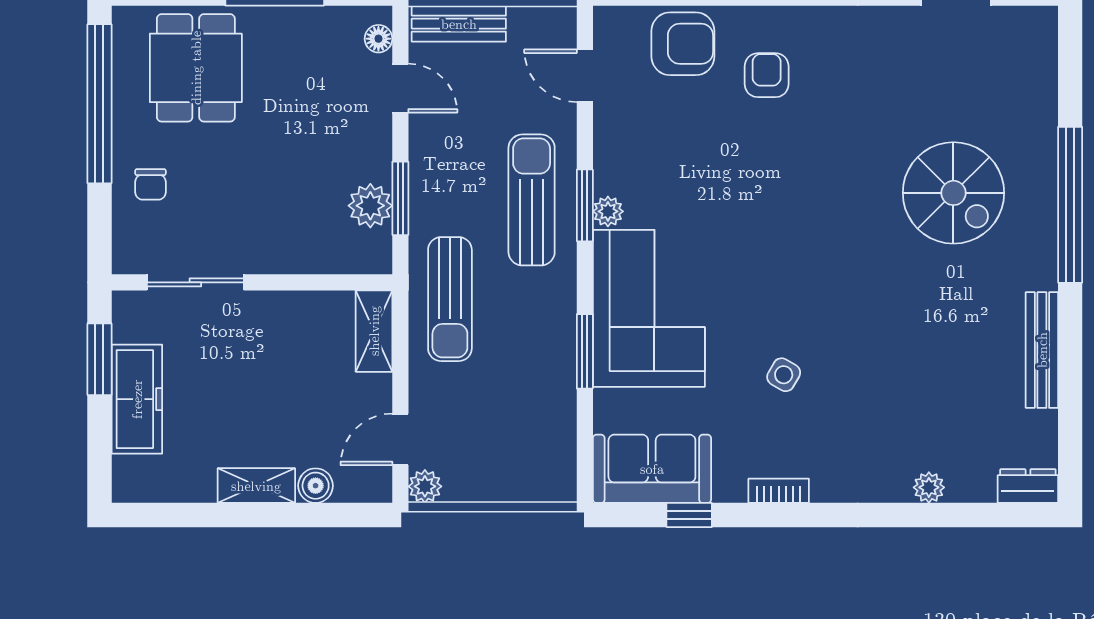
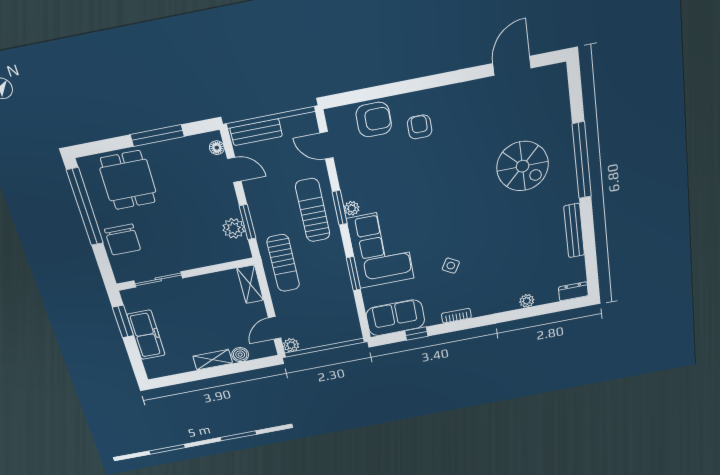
chair: (150, 184) -> (123, 240), width x1.87, depth x1.87

